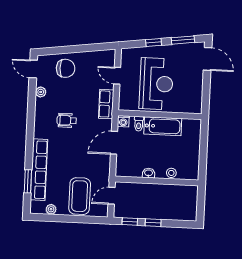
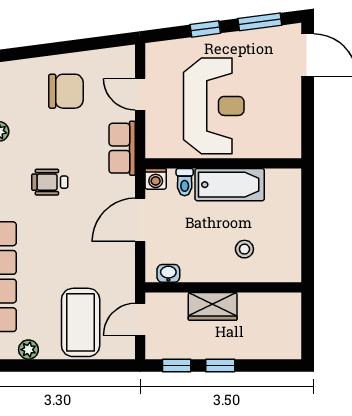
chair: (66, 68) -> (66, 91), moved
washbasin: (149, 173) -> (168, 273), moved
stool: (171, 173) -> (244, 249), moved
wardrobe: (151, 191) -> (213, 306), added

